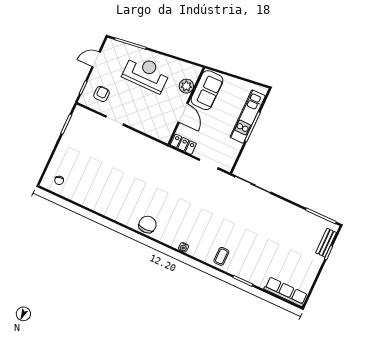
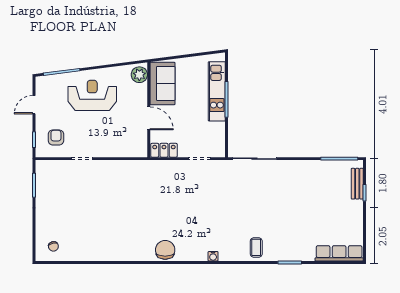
plant: (186, 86) -> (139, 75), moved

